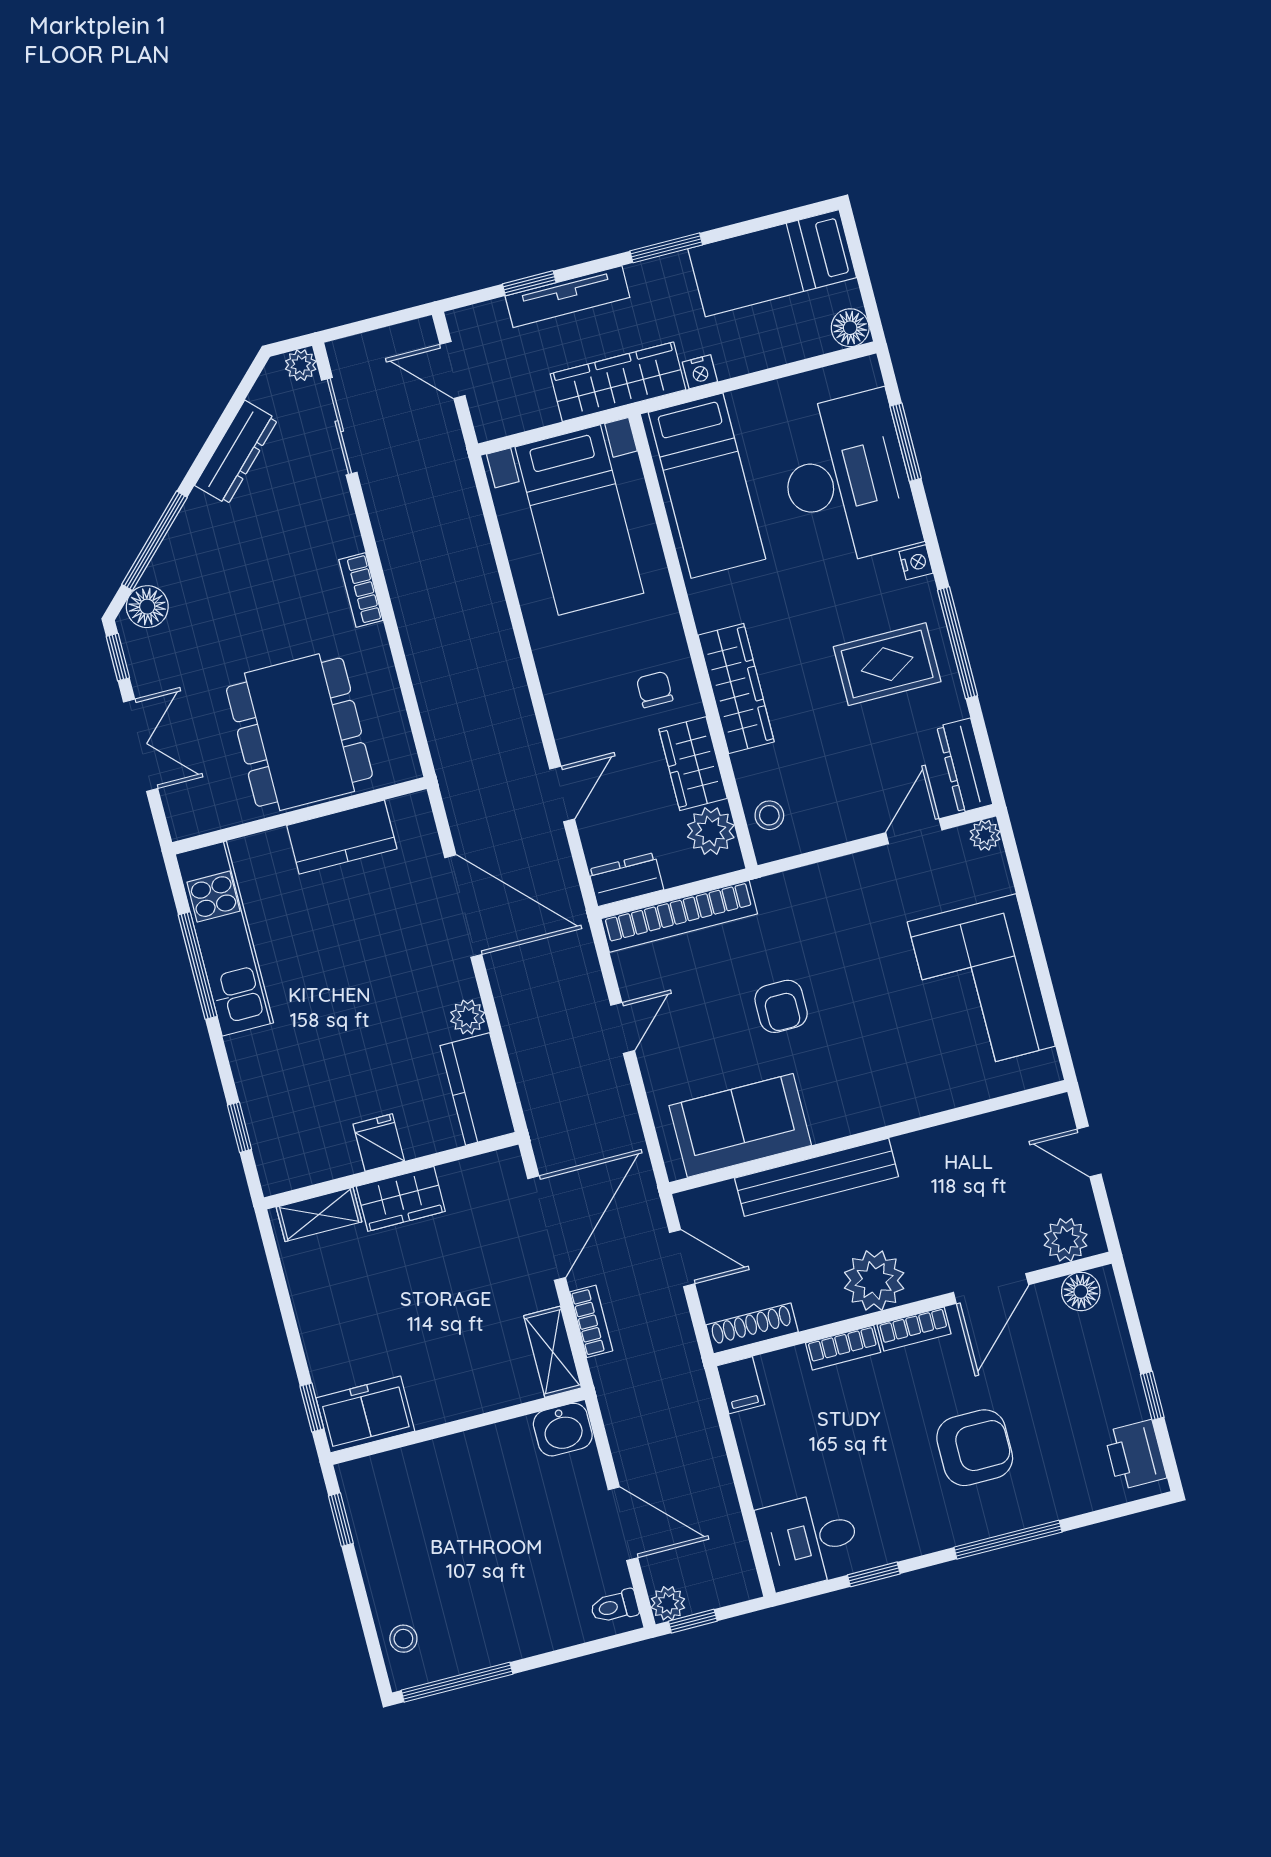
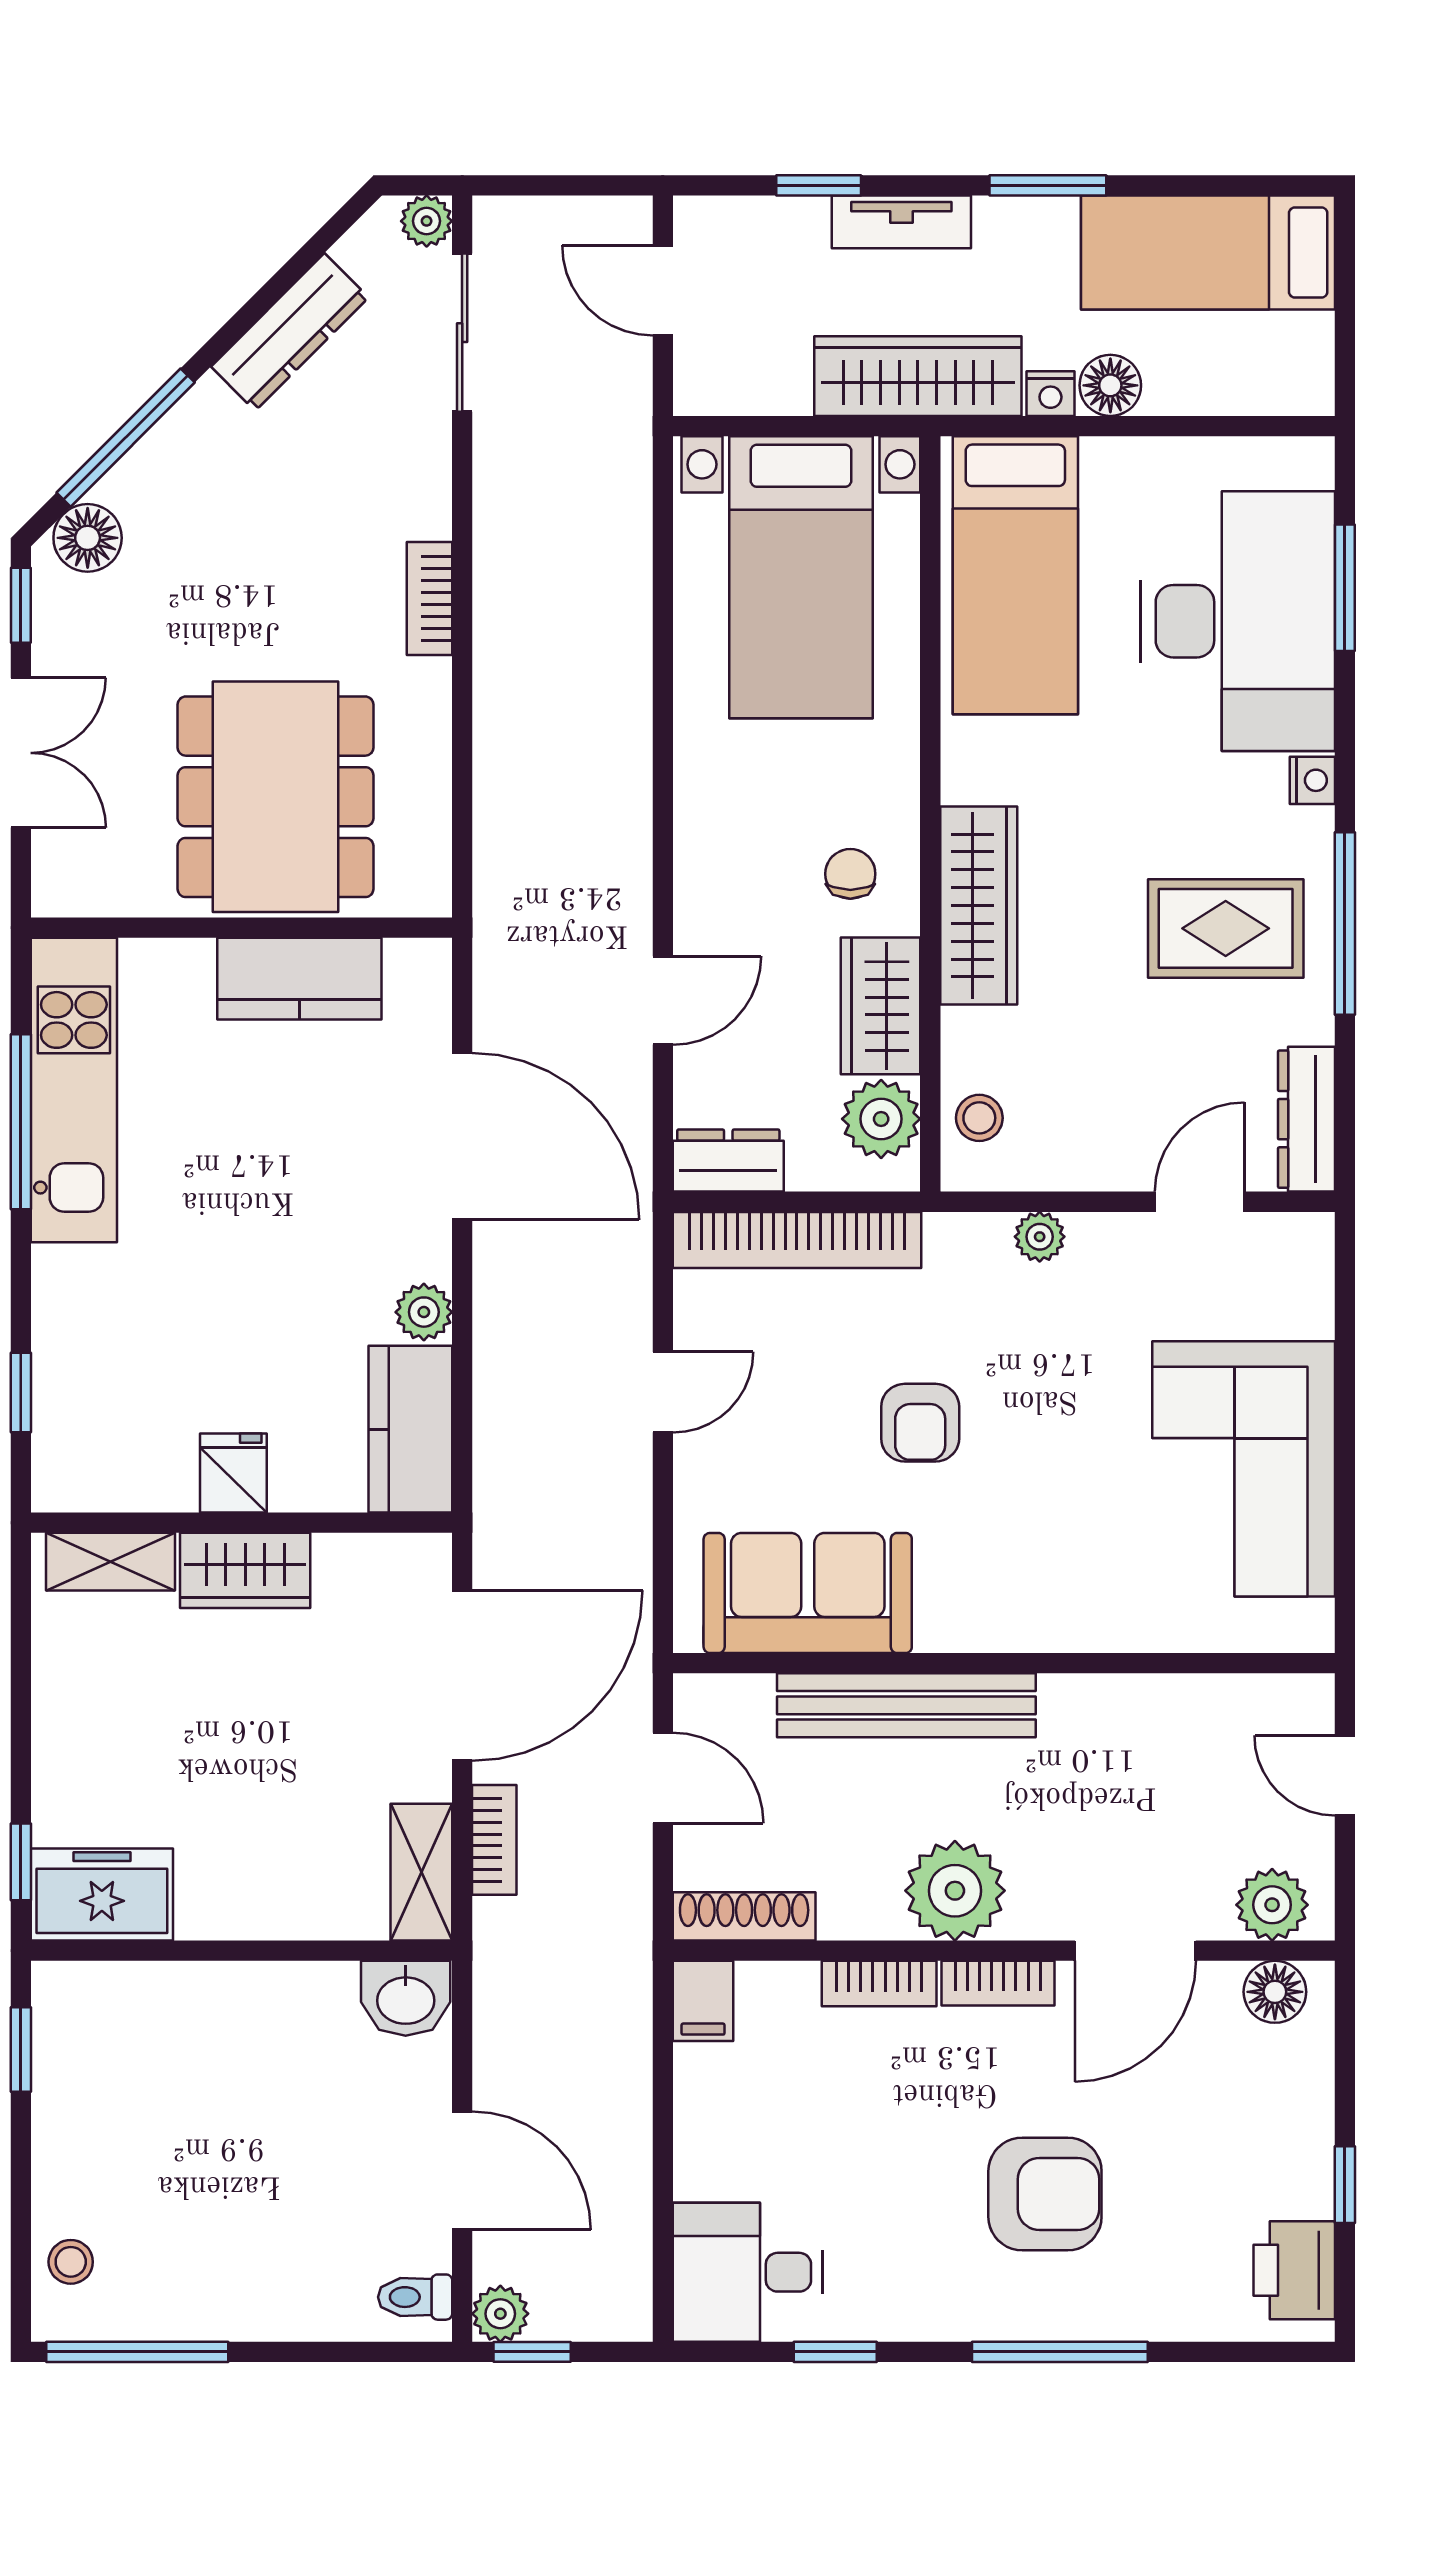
tv unit: (567, 297) -> (901, 222), width x0.71
floor lamp: (850, 328) -> (1110, 385), moved
plant: (985, 835) -> (1040, 1237), moved

